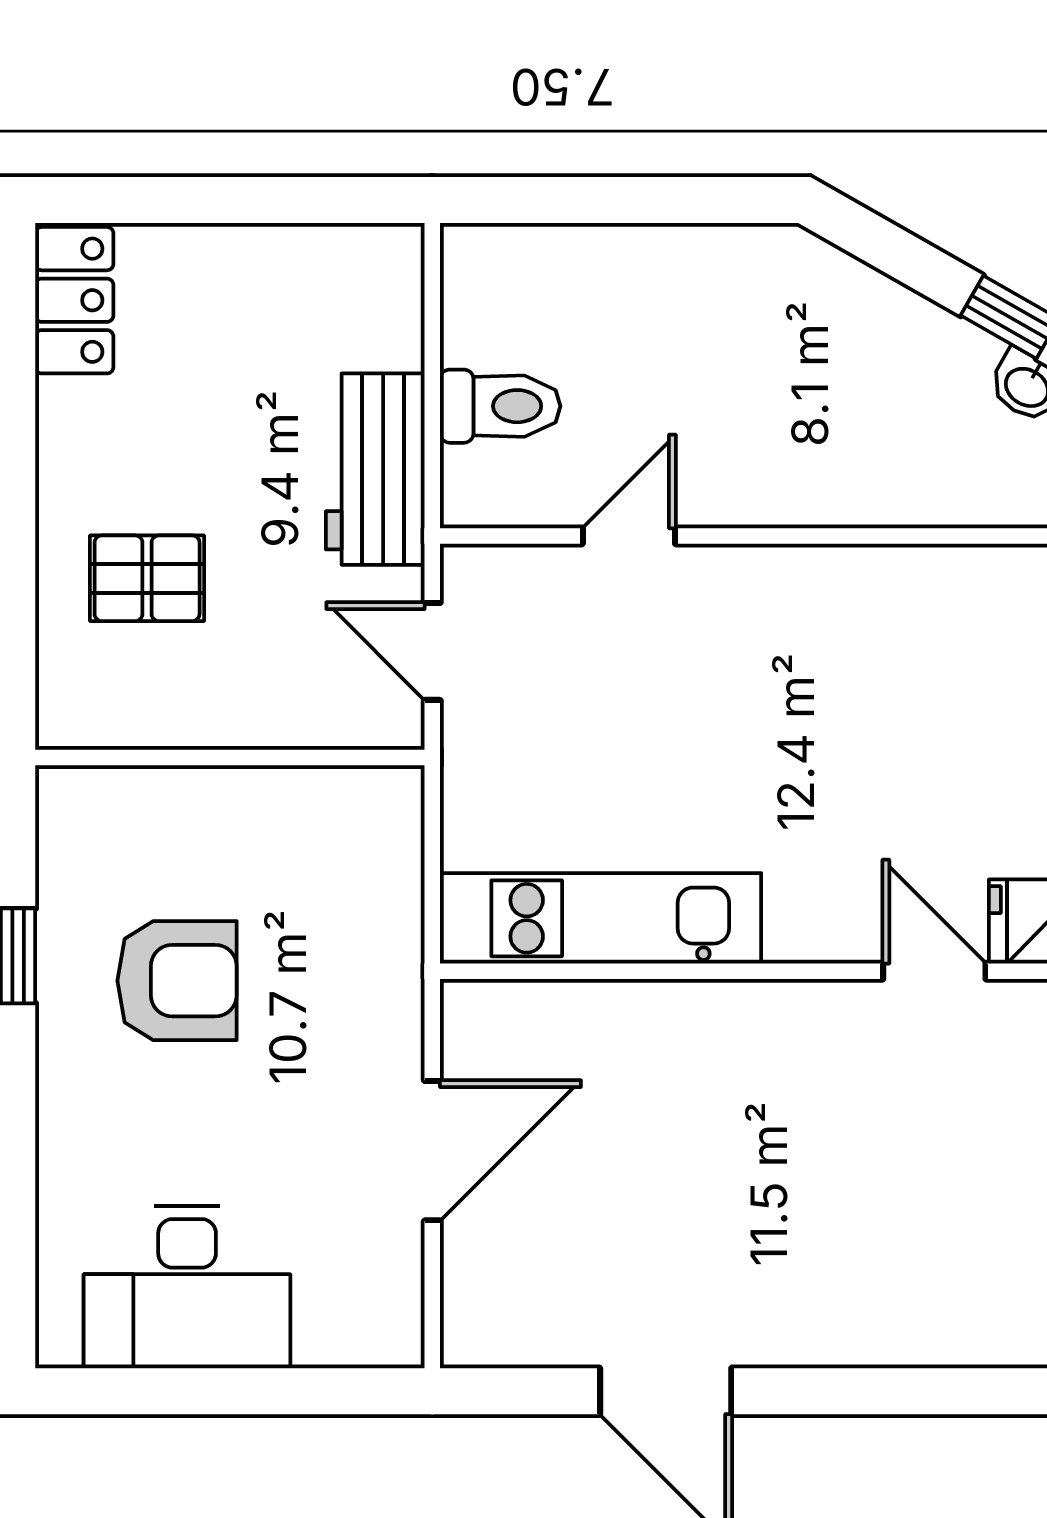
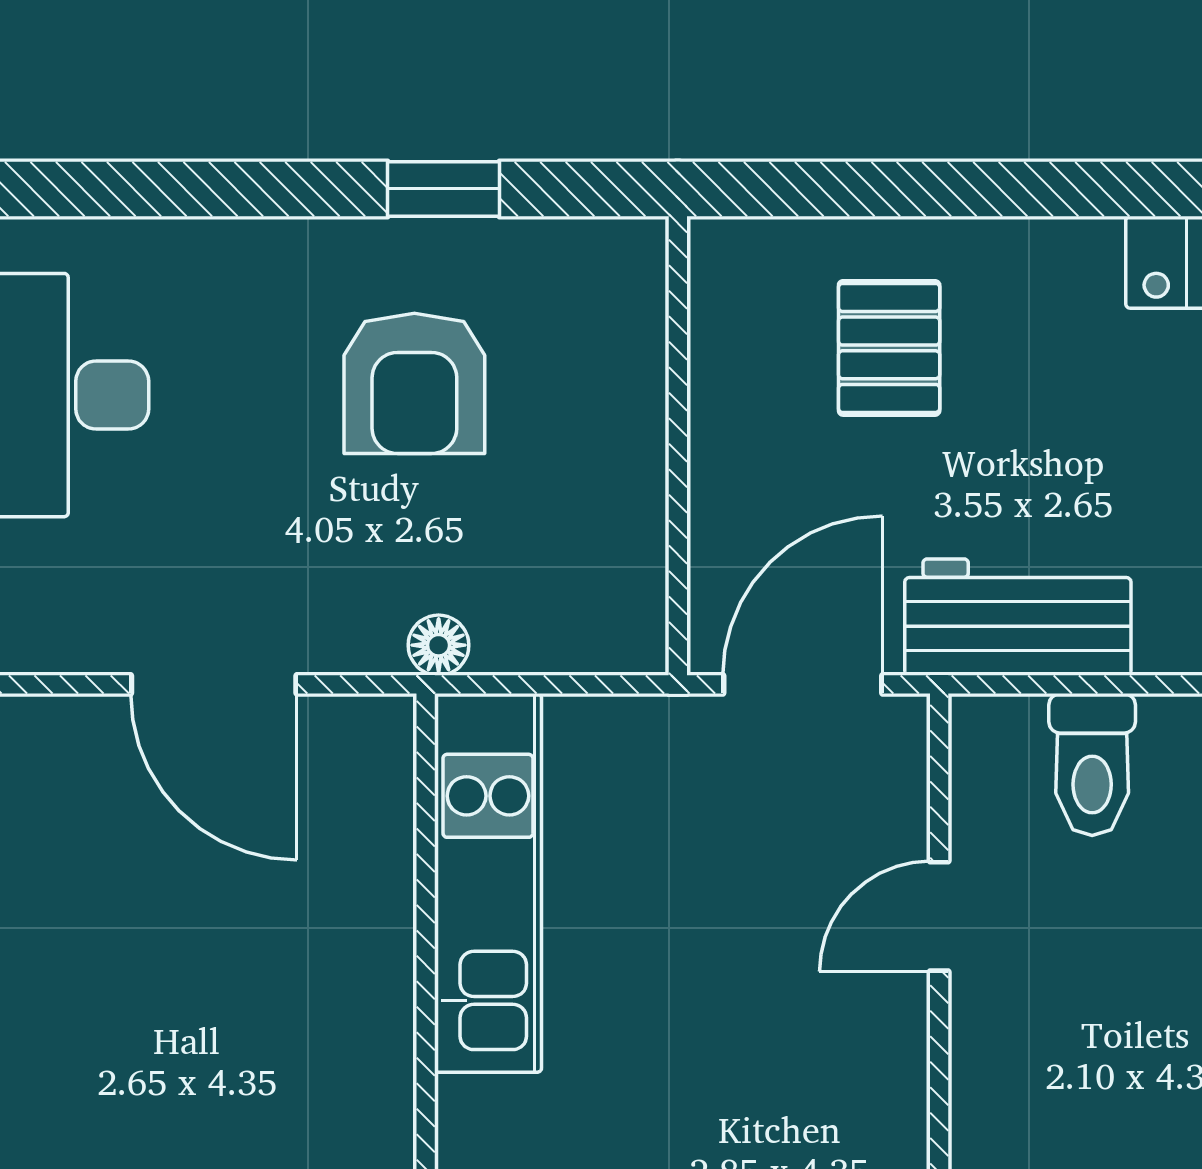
door: (629, 536) -> (939, 916), swing flipped
door: (432, 651) -> (803, 684), width x1.38
floor lamp: (399, 960) -> (439, 645), added

